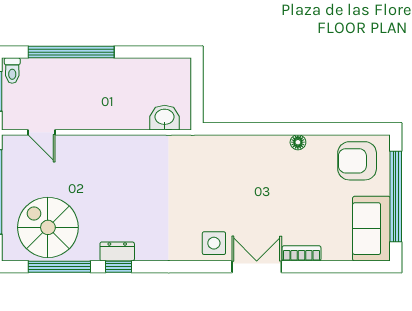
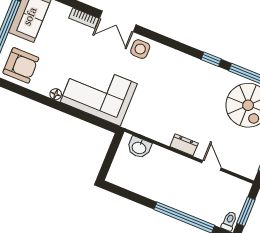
door: (41, 132) -> (212, 165), moved
corner sofa: (244, 166) -> (99, 93), added
dresser: (117, 251) -> (184, 145), moved, turned 180

